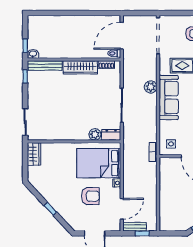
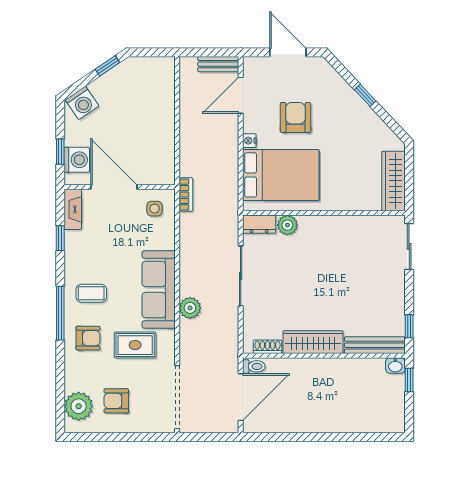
wardrobe: (34, 154) -> (394, 181), width x1.50
armchair: (90, 196) -> (295, 117), turned 90
window: (142, 233) -> (205, 52), removed

